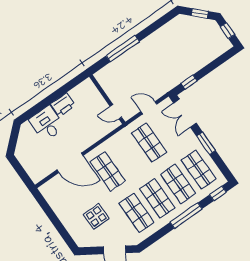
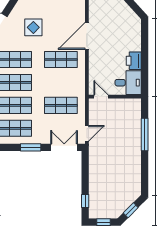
window: (189, 82) -> (85, 201), moved
door: (149, 108) -> (87, 133), moved
door: (116, 112) -> (101, 97), hinge flipped
desk: (47, 124) -> (128, 83), moved

